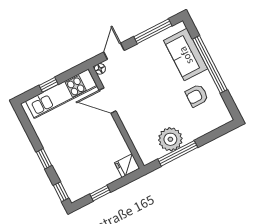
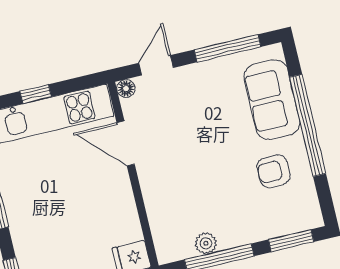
window: (217, 133) -> (291, 241), added
plant: (170, 139) -> (206, 243), width x0.53, depth x0.53

